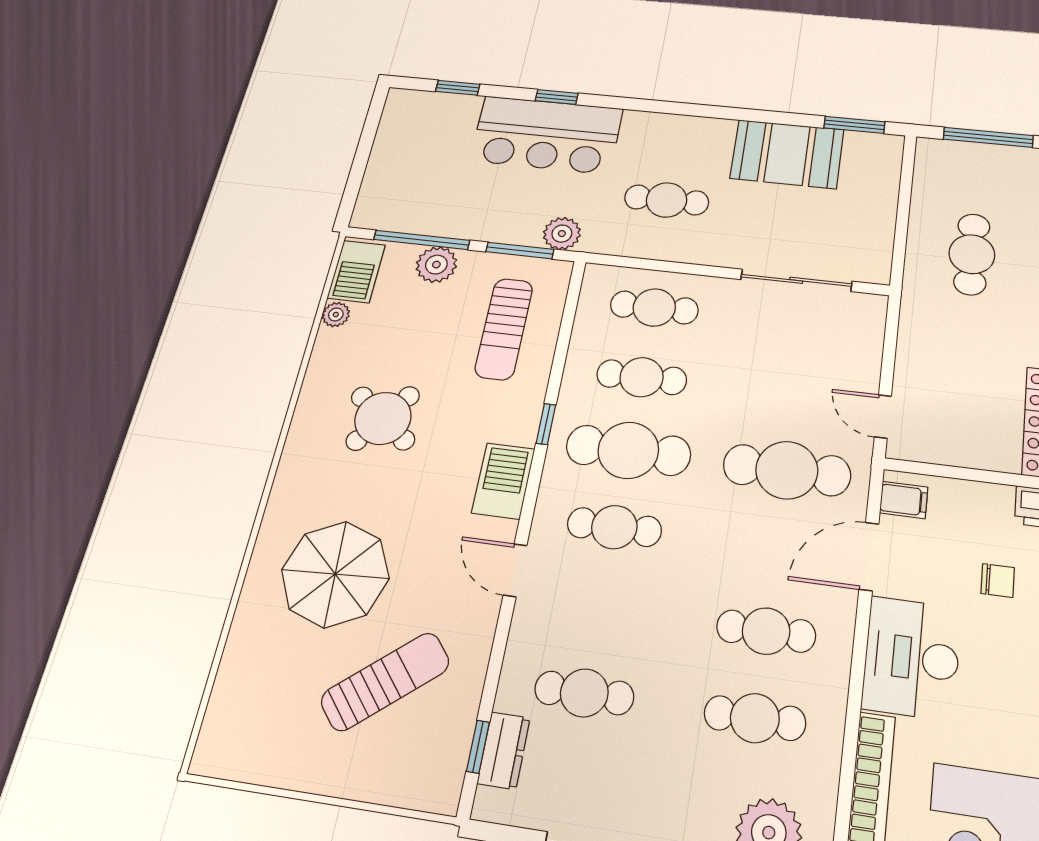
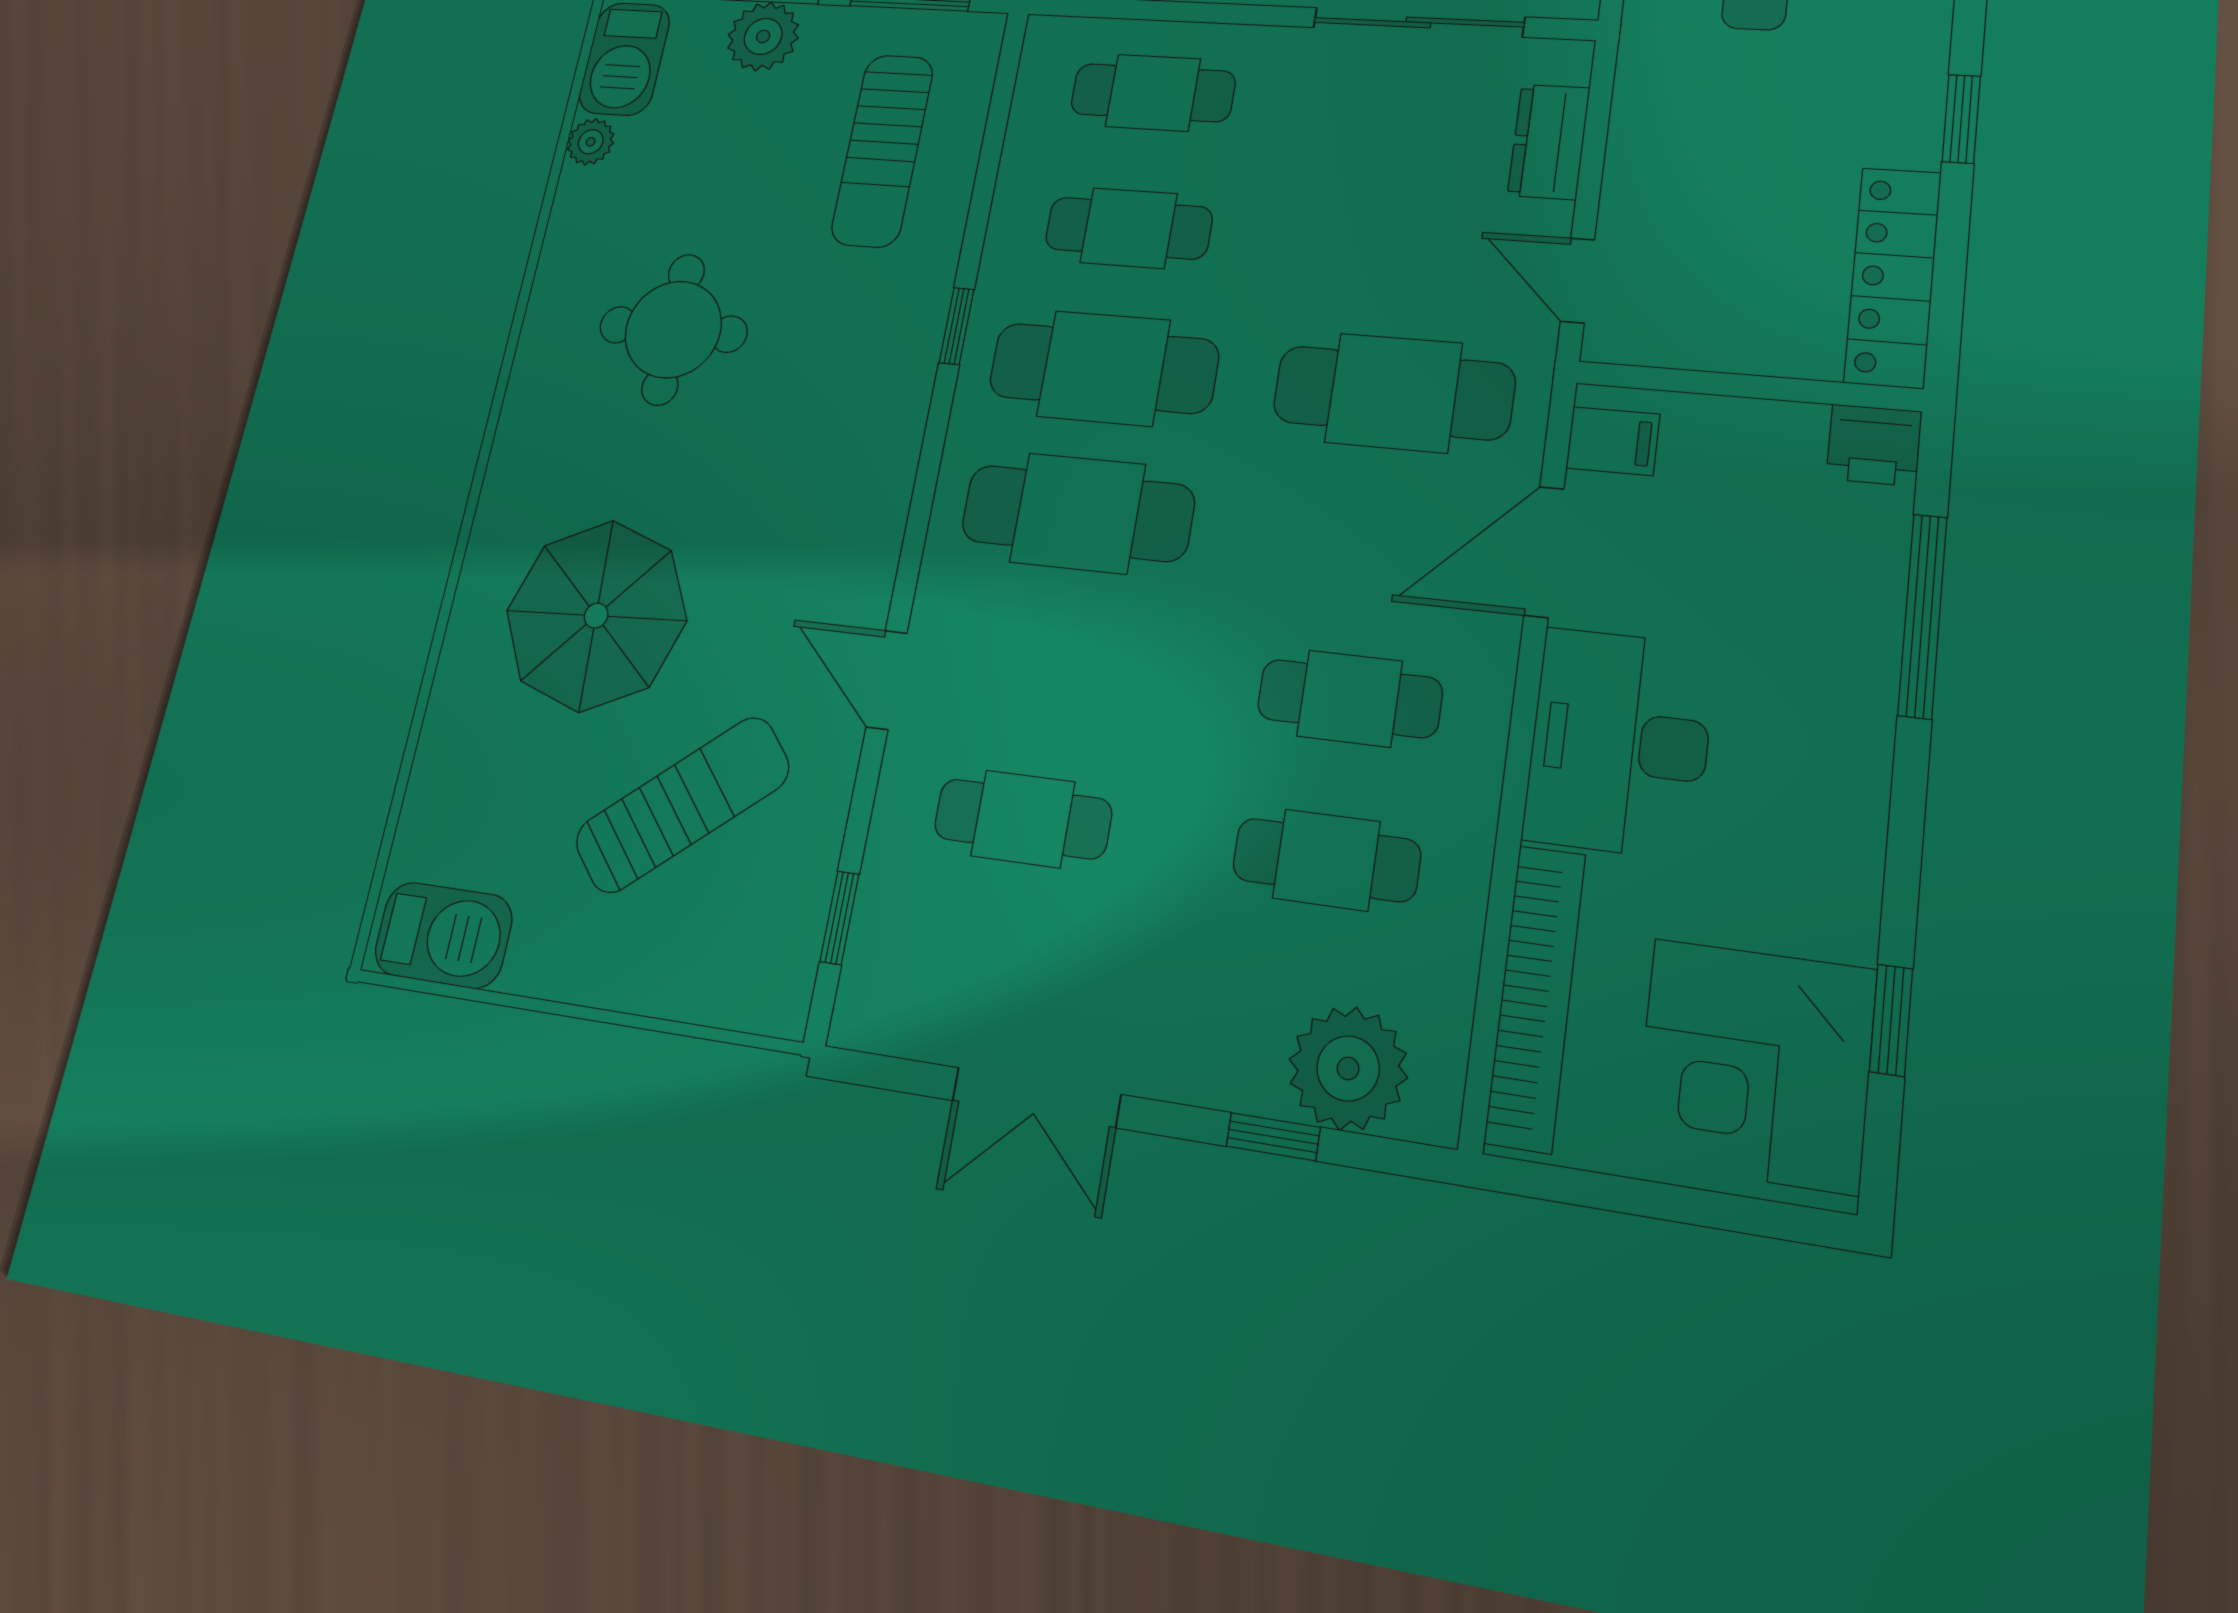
round table: (383, 418) -> (673, 329), turned -37
barbecue: (503, 481) -> (443, 935), moved, turned 90
cafe table: (614, 527) -> (1078, 513), width x1.37, depth x1.35
door: (515, 570) -> (887, 680), moved
chair: (998, 581) -> (1789, 590), removed
dresser: (504, 751) -> (1549, 142), moved, turned 180

